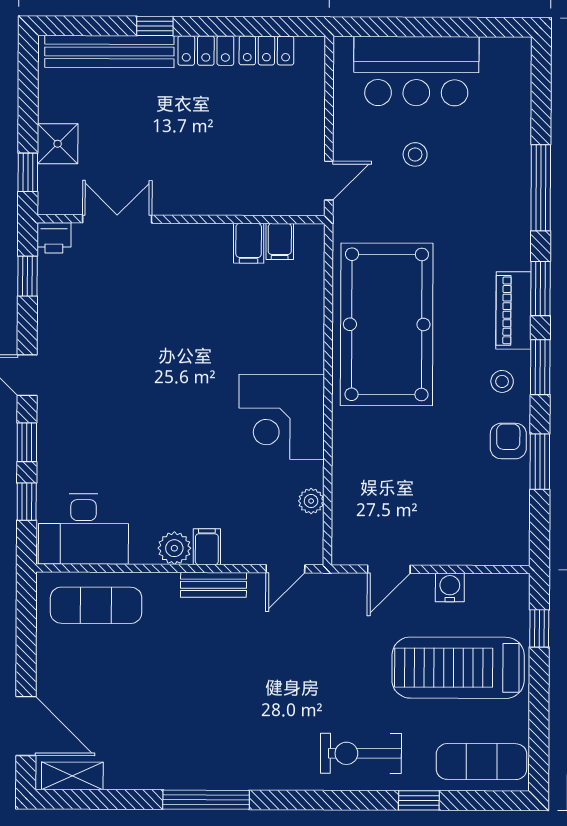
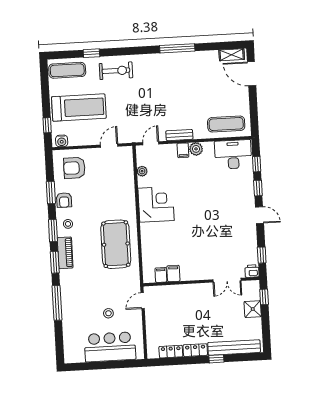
pool table: (387, 324) -> (116, 244), width x0.73, depth x0.76
armchair: (478, 519) -> (74, 168), added
water cooler: (450, 588) -> (62, 141), moved

